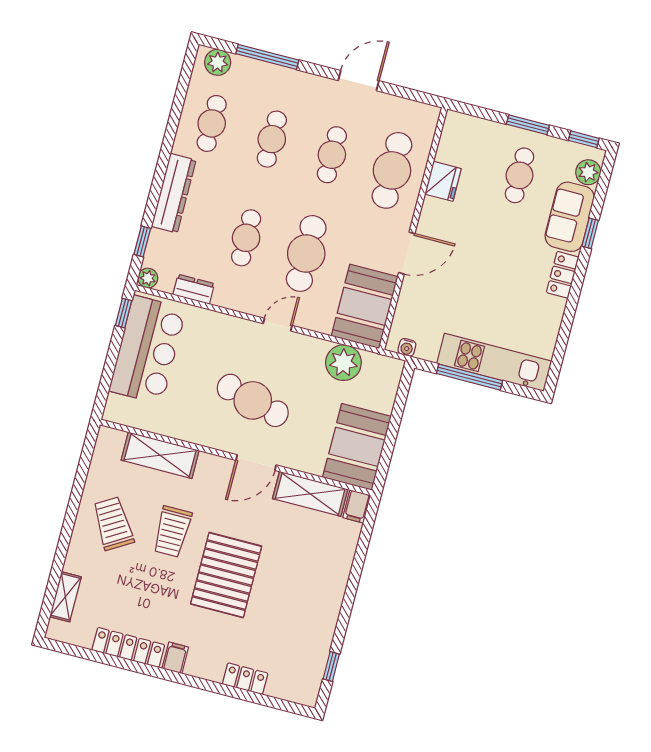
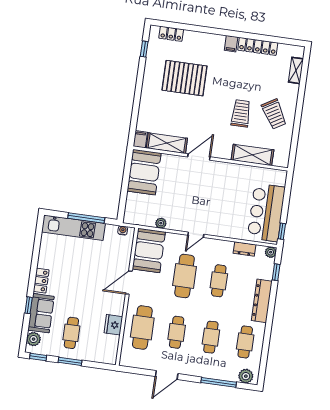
plant: (343, 363) -> (161, 223), width x0.53, depth x0.53
cafe table: (253, 400) -> (205, 191), removed
pallet: (226, 575) -> (184, 78), moved, turned 90
locker: (245, 679) -> (171, 34), moved

